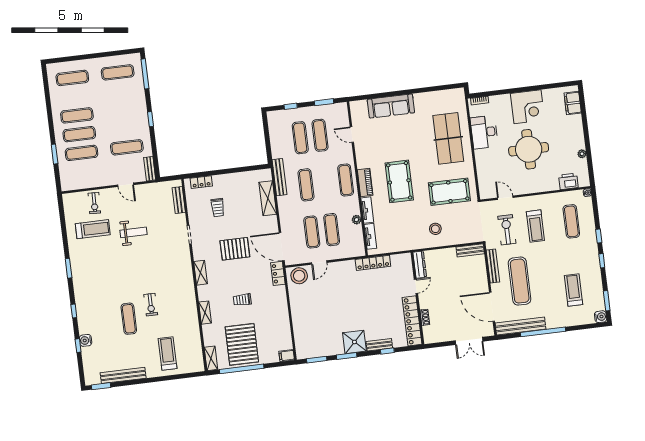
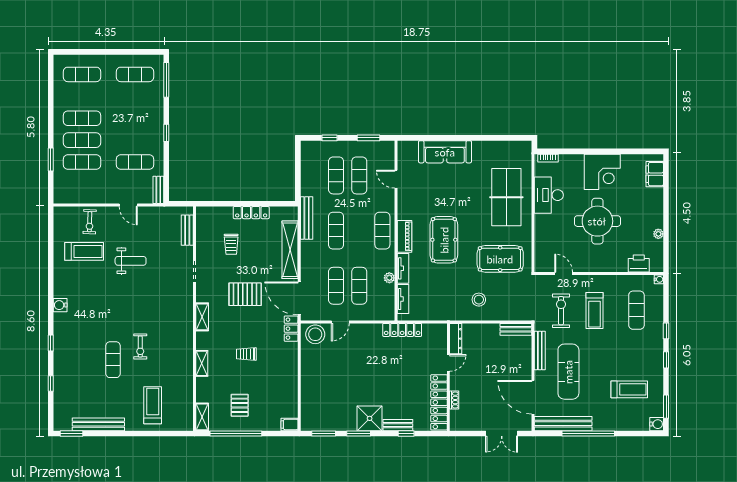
locker: (201, 182) -> (251, 213), moved, width x1.53
shelving: (268, 198) -> (290, 250), width x1.47
window: (69, 268) -> (51, 293), removed
treadmill: (574, 290) -> (629, 389), turned 90
water cooler: (86, 340) -> (60, 305), moved
pallet: (242, 344) -> (240, 405), width x0.49, depth x0.50

